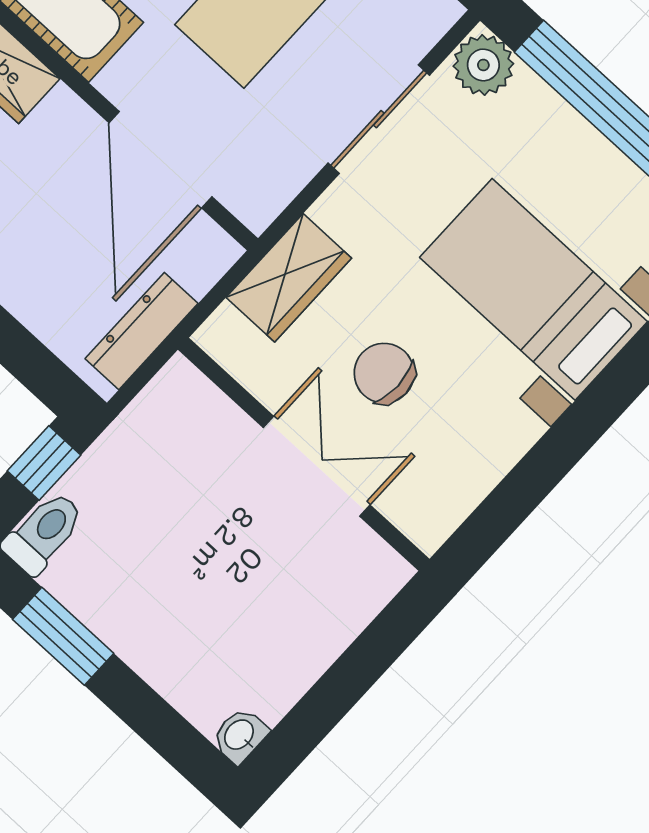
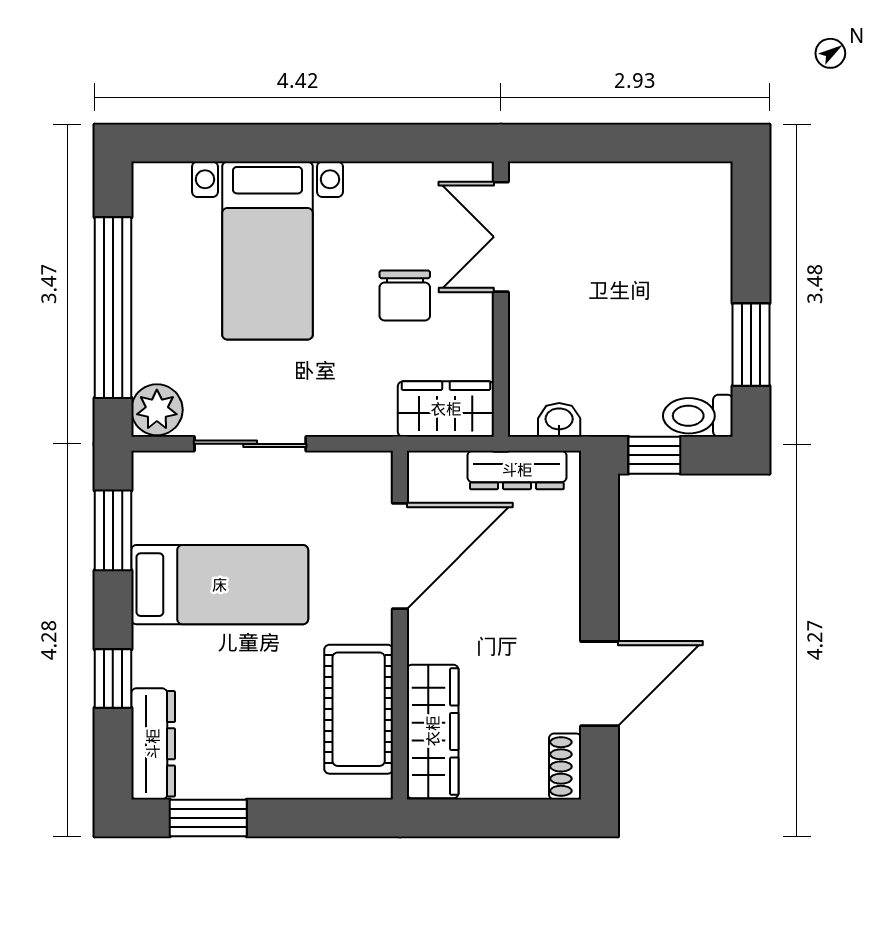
wardrobe: (289, 278) -> (446, 409), moved
double door: (317, 466) -> (501, 237), moved
washbasin: (240, 735) -> (559, 420), moved, turned 180

